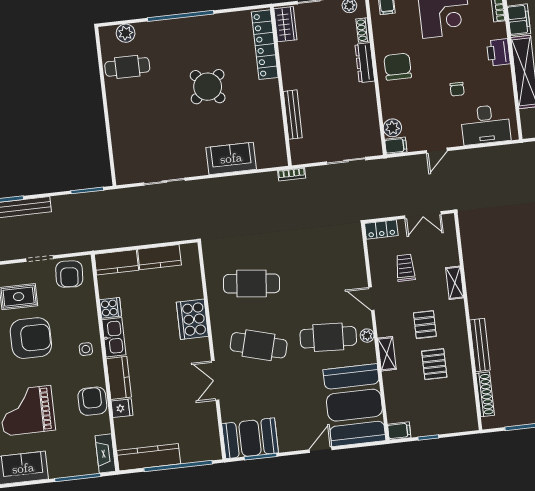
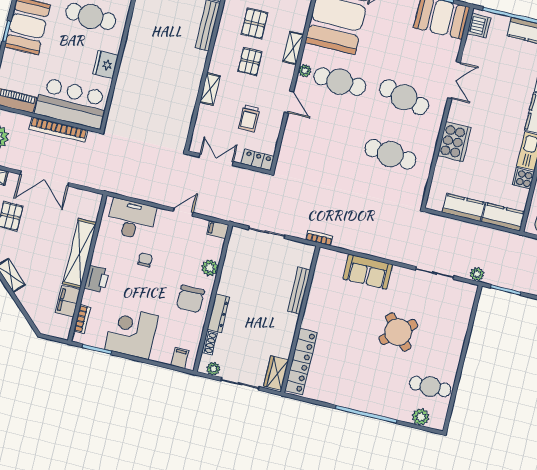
round table: (208, 87) -> (398, 332), moved
plant: (392, 128) -> (210, 268), moved
plant: (122, 196) -> (477, 274), added
dishwasher: (210, 444) -> (479, 26), added

